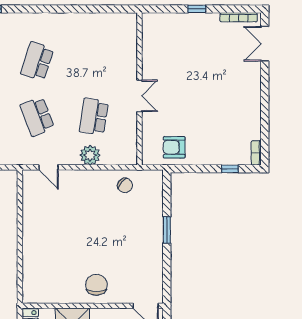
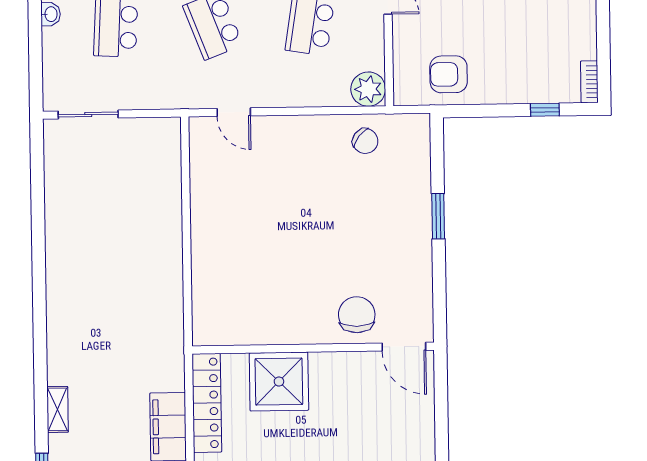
plant: (90, 155) -> (368, 89), moved
chair: (96, 285) -> (357, 315), moved

